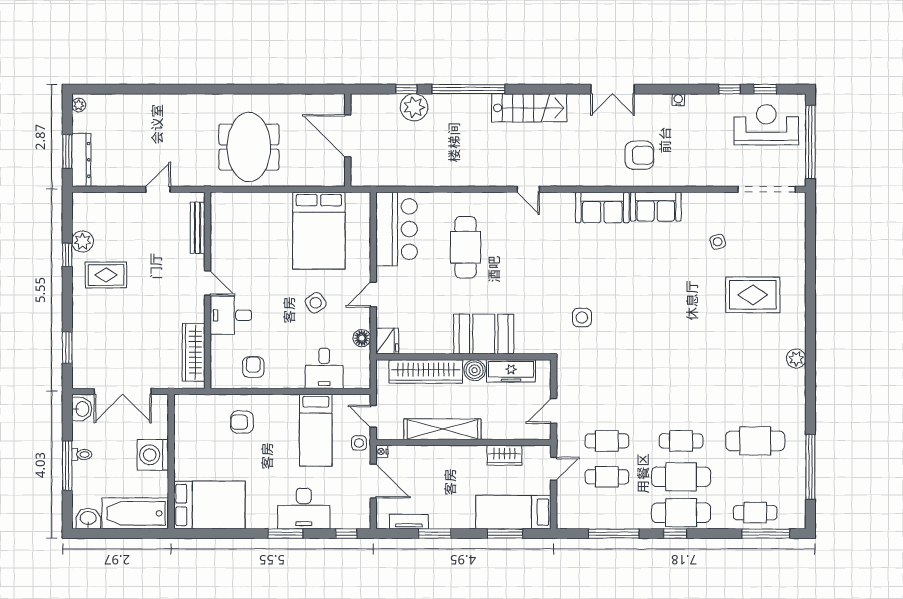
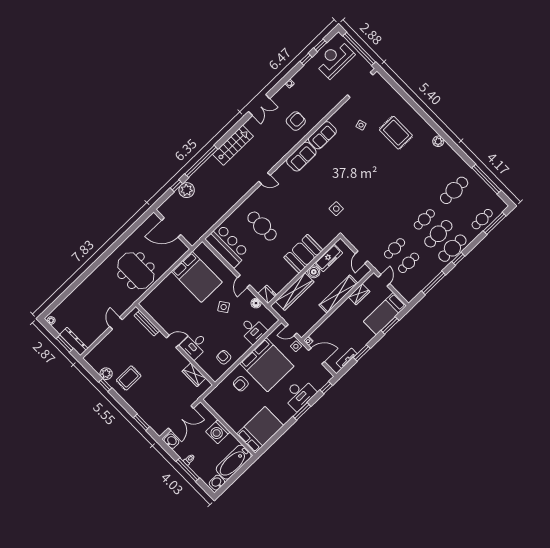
rug: (753, 295) -> (396, 133), turned 90
wardrobe: (194, 352) -> (194, 375), width x0.67
shelving: (442, 429) -> (338, 294), moved
bed: (316, 430) -> (267, 365), width x2.04

